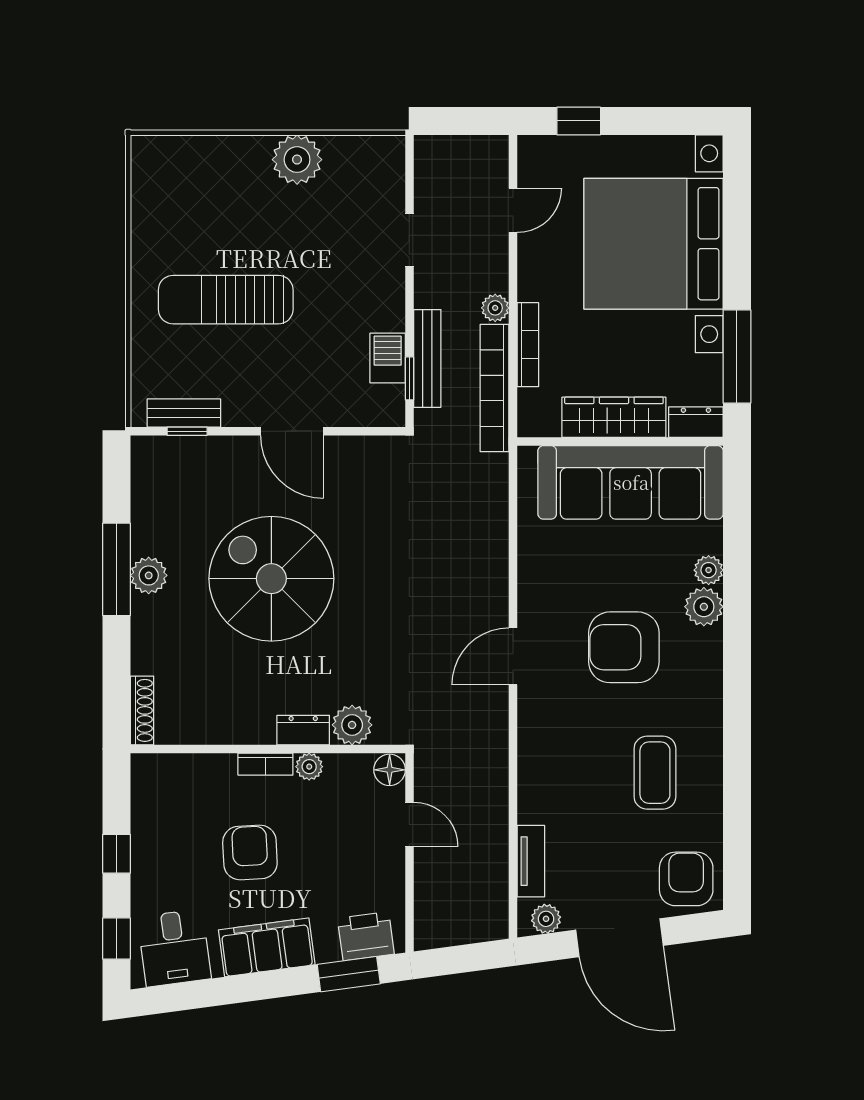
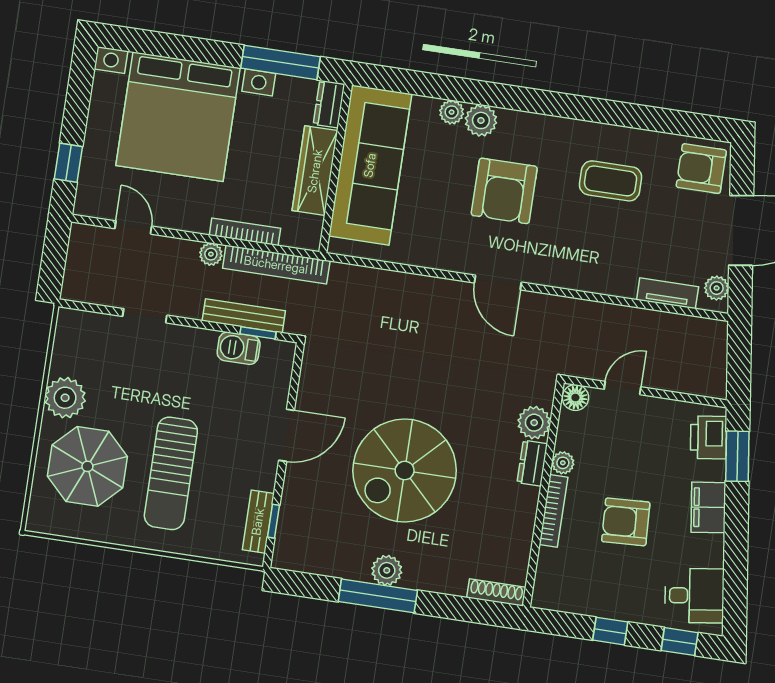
parasol: (219, 199) -> (87, 466), added
bookcase: (265, 764) -> (553, 511), width x1.56
filing cabinet: (267, 947) -> (708, 507), width x0.67, depth x0.86

